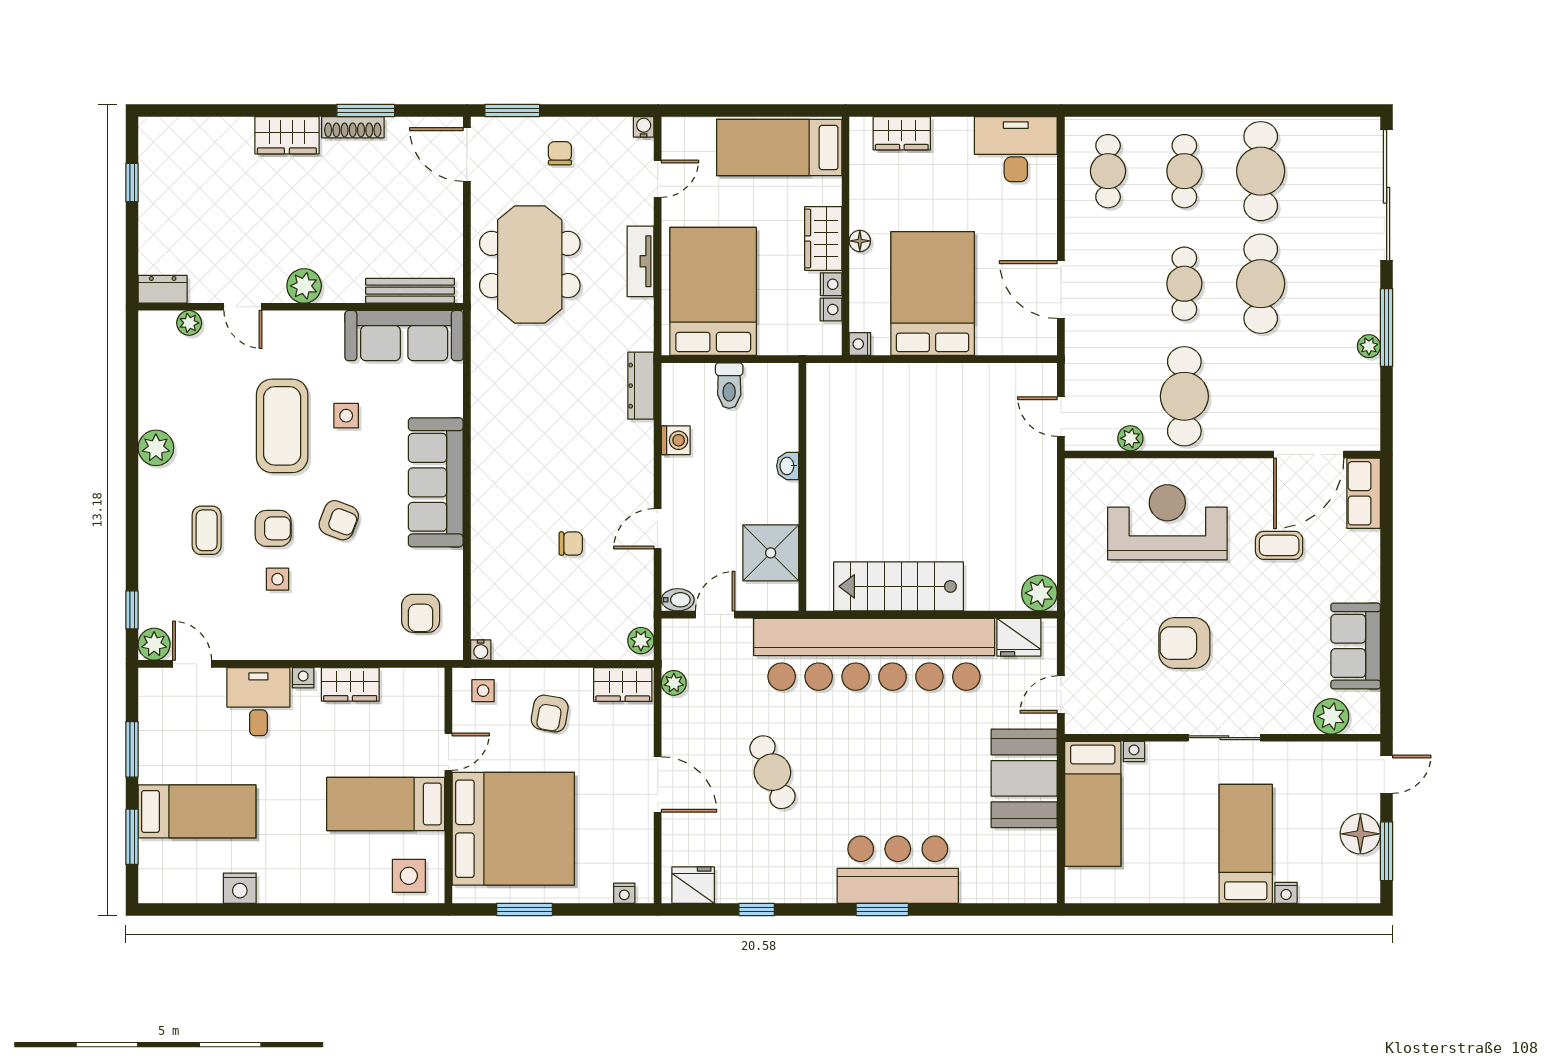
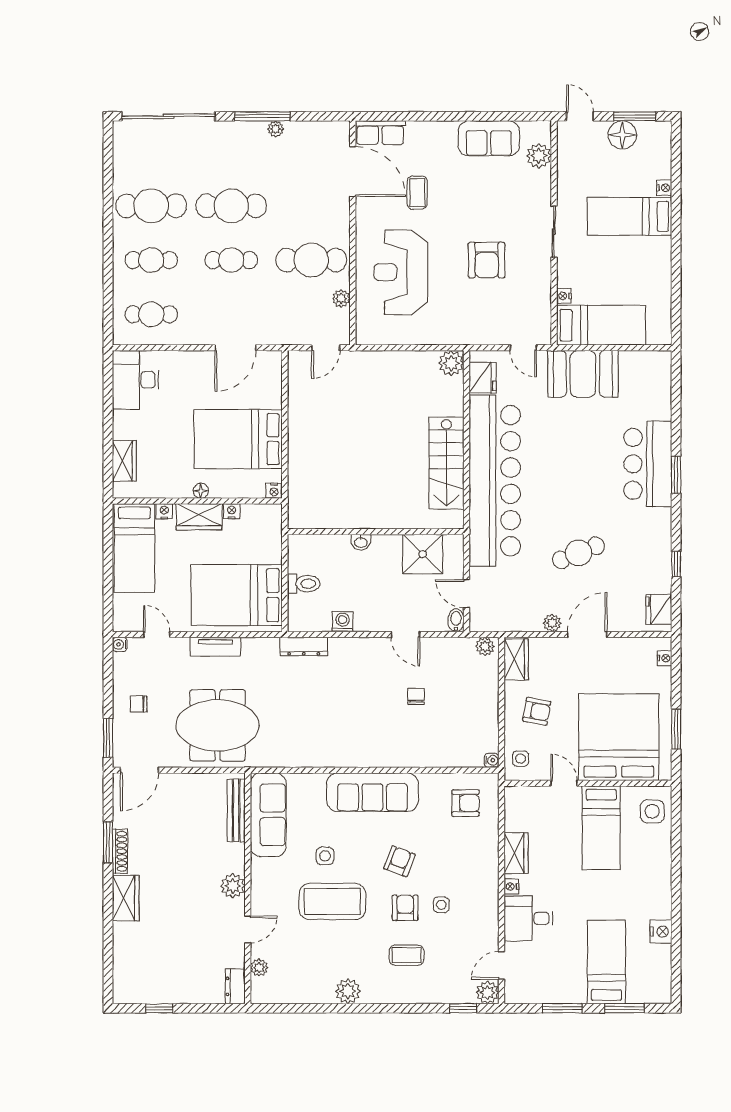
nightstand: (831, 309) -> (164, 511), moved
plant: (674, 683) -> (552, 623), moved

